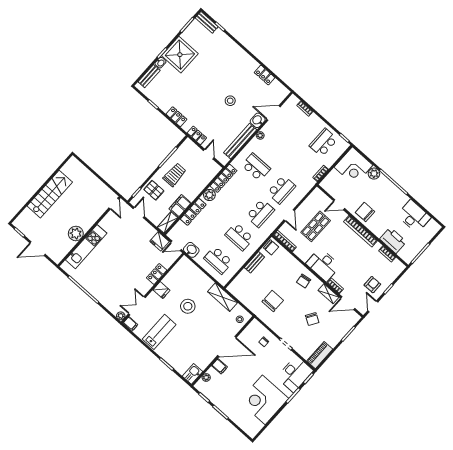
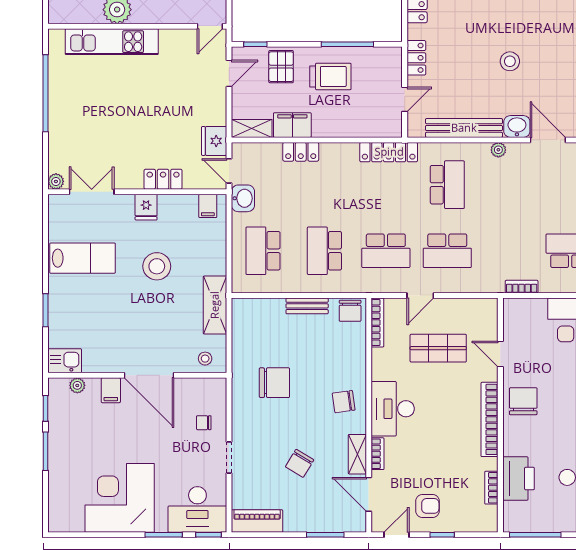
plant: (209, 195) -> (346, 153), removed
locker: (193, 212) -> (301, 152), width x0.66
filing cabinet: (130, 324) -> (208, 206), moved

